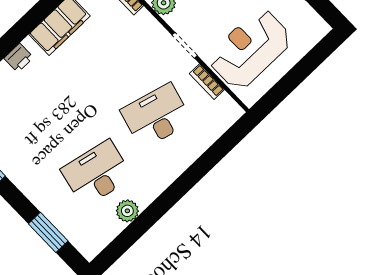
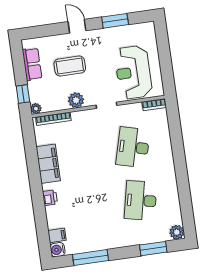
bookcase: (207, 82) -> (154, 105), moved
plant: (127, 211) -> (177, 232), moved

